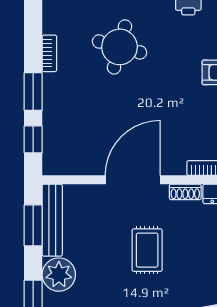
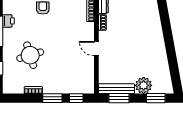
round table: (120, 47) -> (30, 55), turned -32
door: (133, 180) -> (96, 49), width x0.53
rug: (147, 250) -> (131, 41), removed

